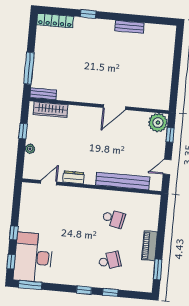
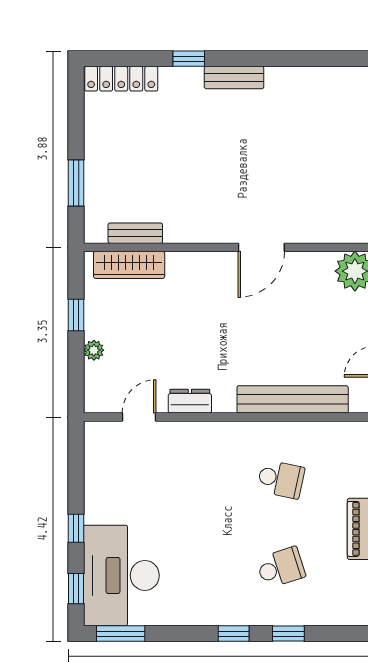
bench: (129, 27) -> (234, 78), moved
window: (29, 68) -> (76, 183), width x0.69
bench: (43, 94) -> (135, 233), moved

